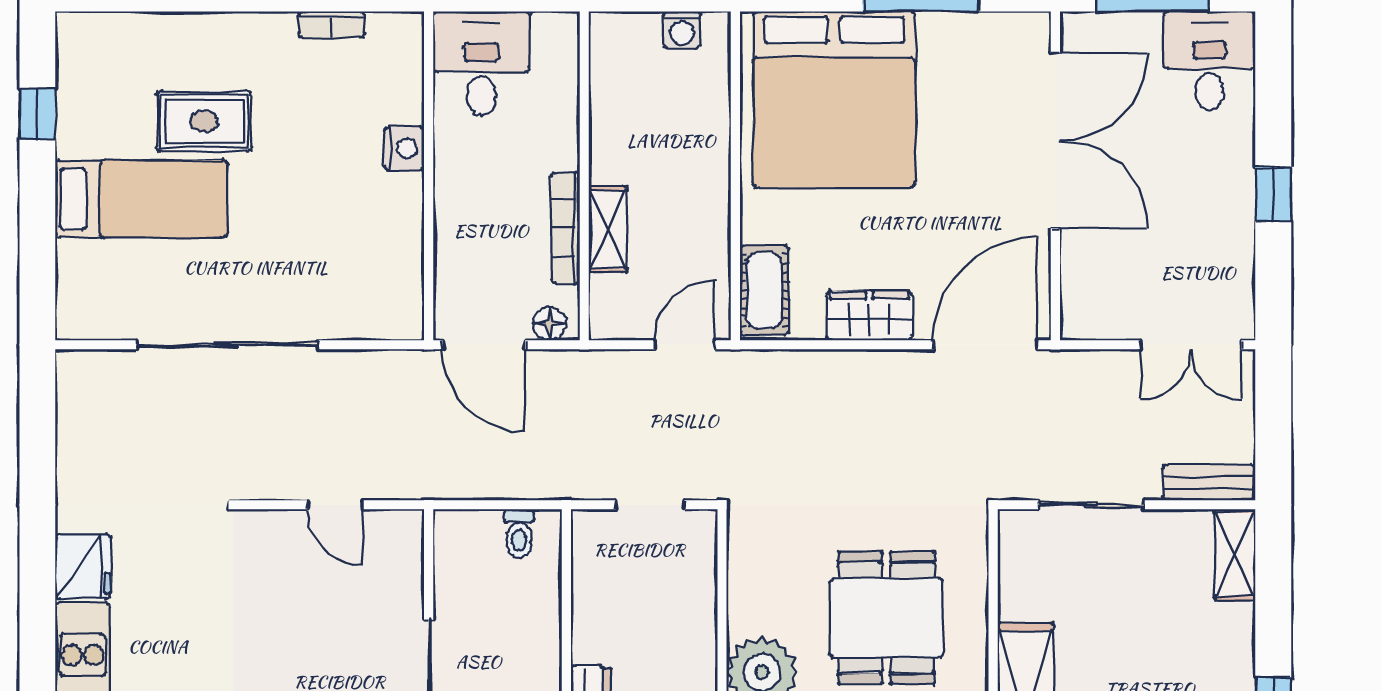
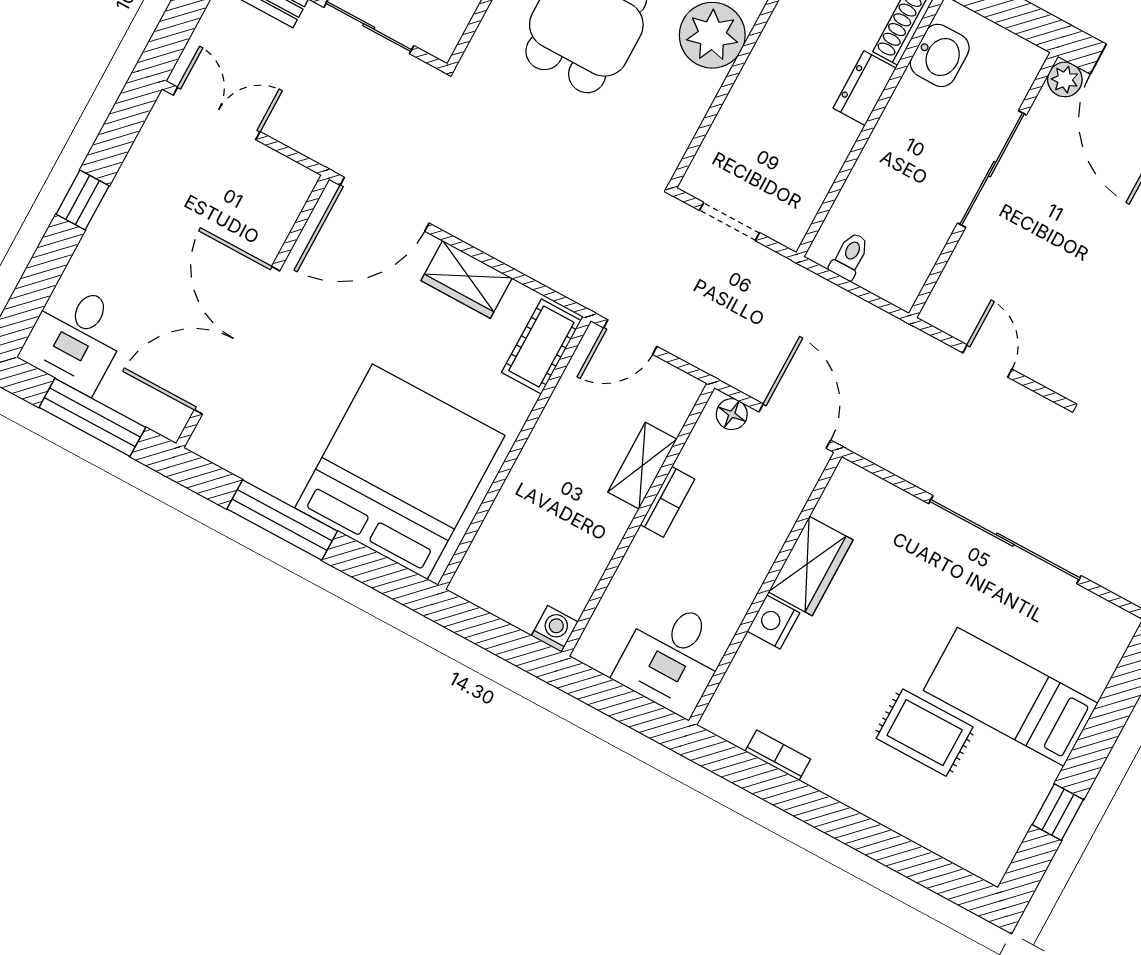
washing machine: (682, 30) -> (555, 629), moved
wardrobe: (397, 220) -> (811, 566), added
bookcase: (566, 228) -> (667, 502), width x0.64

